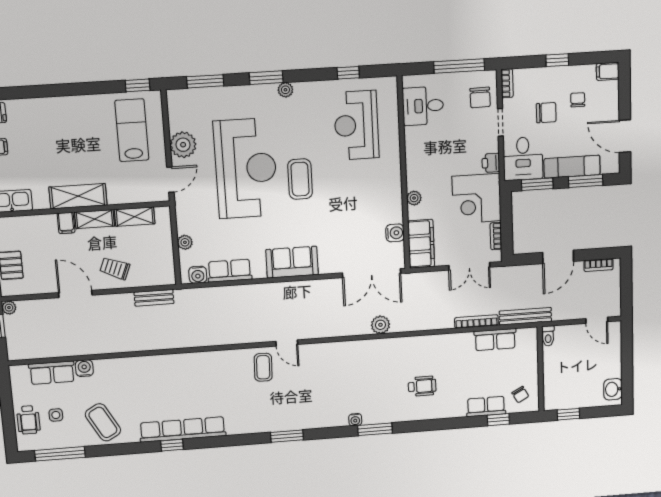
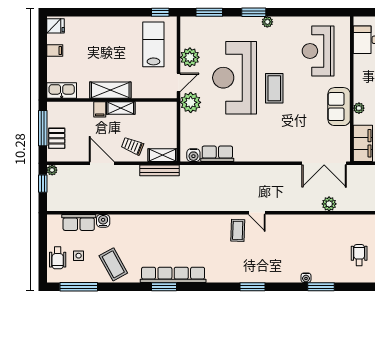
window: (348, 73) -> (314, 12), removed
reception desk: (246, 168) -> (235, 78), turned 180
shelving: (135, 217) -> (163, 155), moved
water cooler: (395, 233) -> (343, 134), removed
plant: (185, 242) -> (191, 102), moved, width x1.88, depth x1.88
sofa: (292, 262) -> (339, 107), moved, turned -90
bench: (154, 298) -> (160, 170), width x1.36
wheelchair: (422, 386) -> (359, 255), turned -90
window: (172, 445) -> (164, 287), width x1.50

